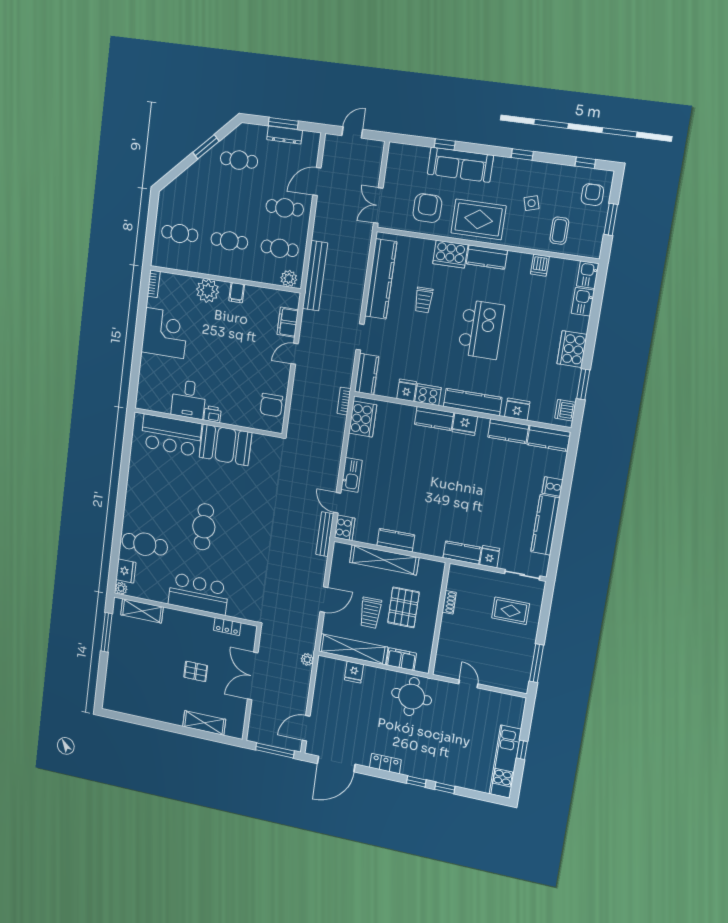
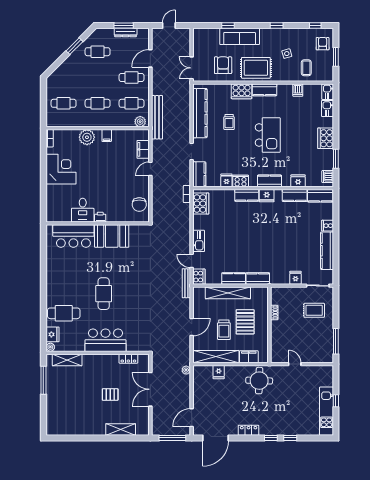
kitchen counter: (473, 402) -> (269, 181), width x0.67
kitchen counter: (462, 553) -> (258, 278), moved

